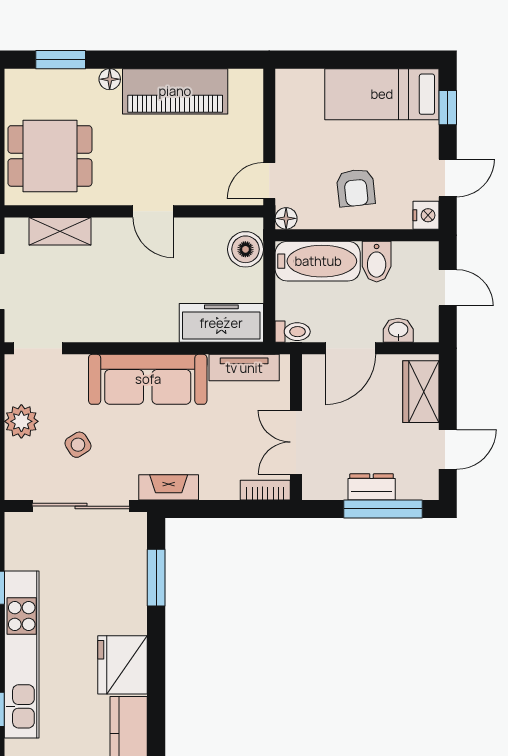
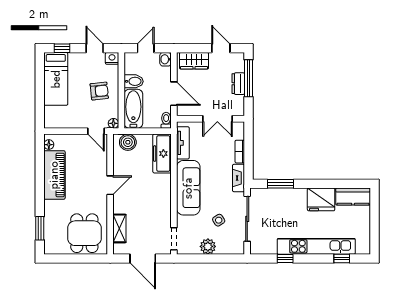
floor lamp: (110, 79) -> (49, 145), moved
washbasin: (398, 330) -> (165, 59), moved
bookcase: (265, 490) -> (240, 152), moved

